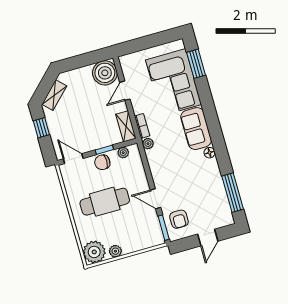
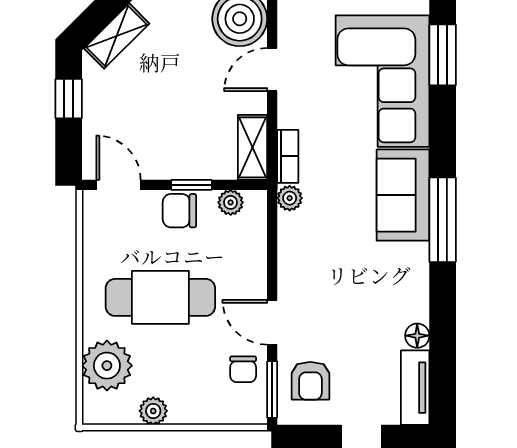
floor lamp: (210, 153) -> (417, 336), moved
window: (233, 193) -> (443, 220), moved
tv unit: (225, 209) -> (415, 388), added
chair: (149, 222) -> (243, 369), added
plant: (94, 252) -> (107, 366), moved

